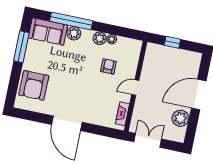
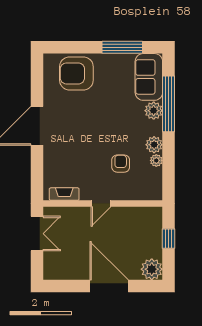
armchair: (108, 66) -> (121, 164), turned -90
door: (135, 88) -> (101, 203), swing flipped
plant: (180, 118) -> (152, 269), moved

